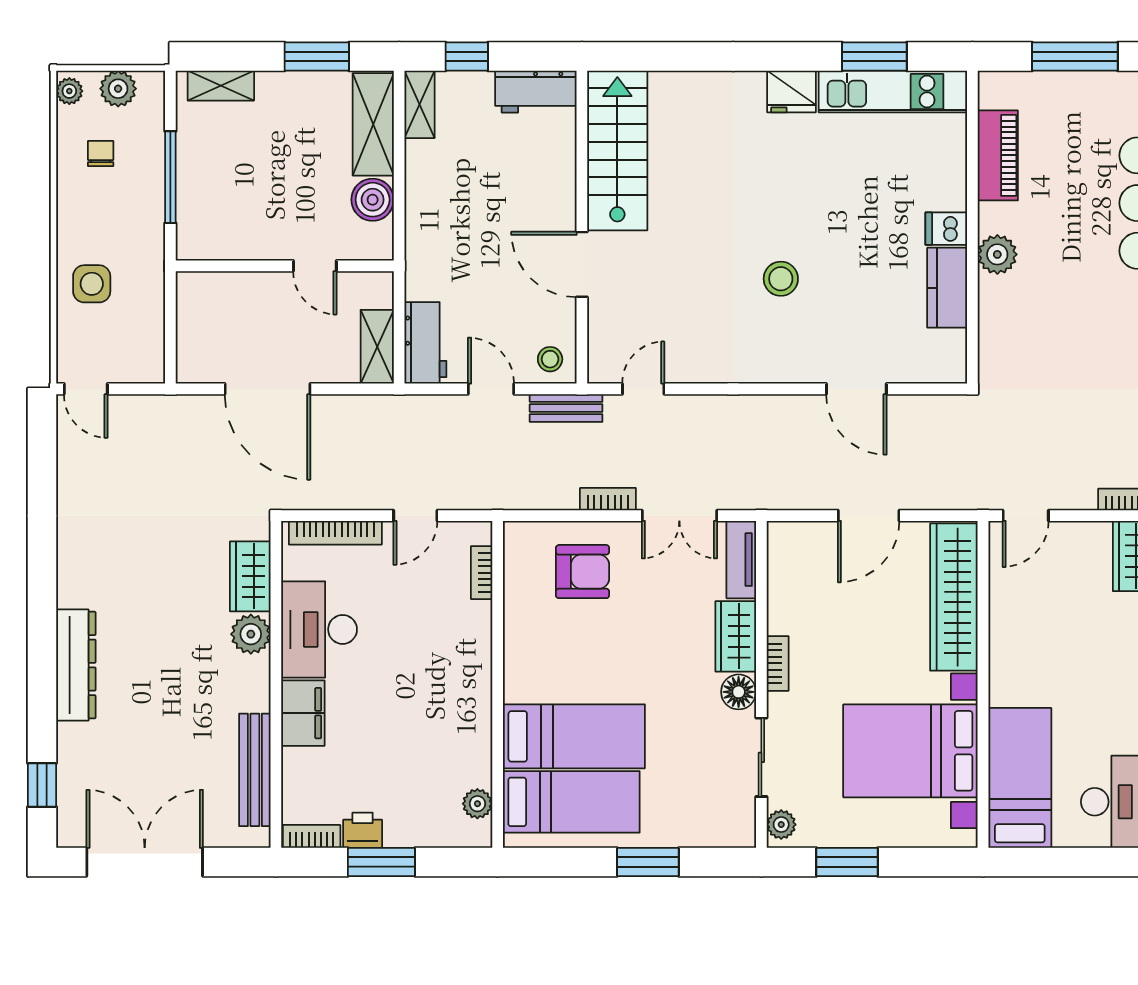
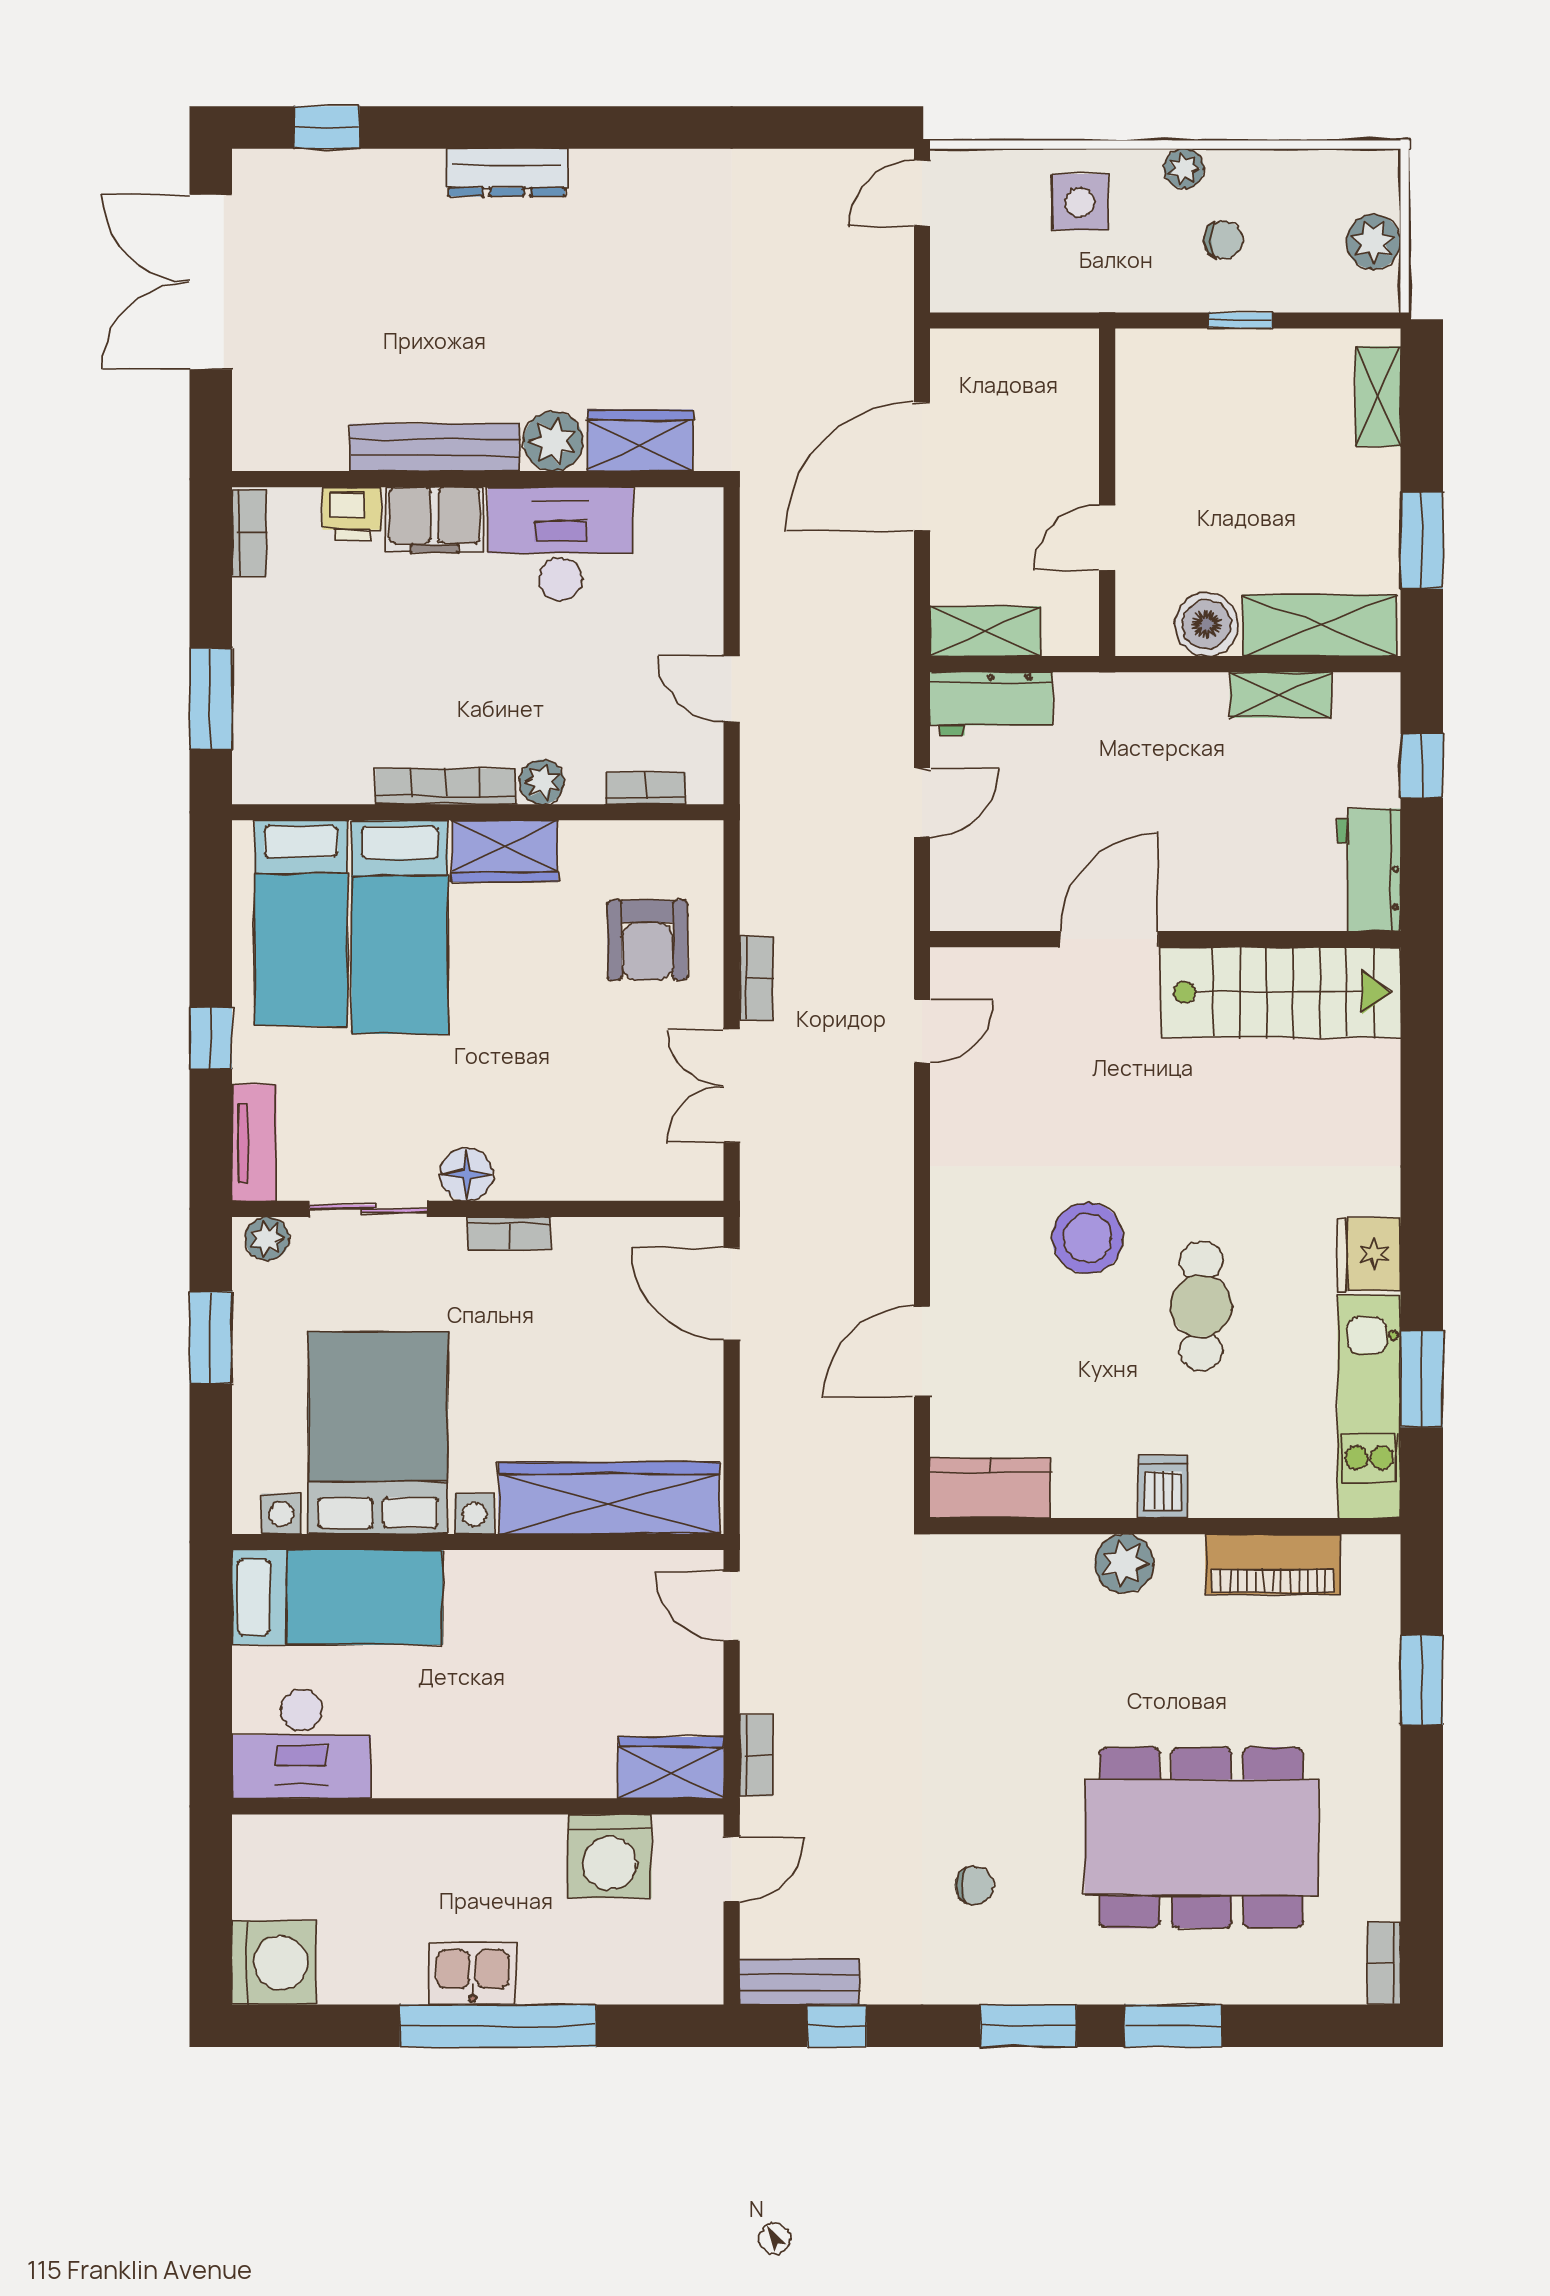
window: (1075, 57) -> (1422, 1680), width x0.69
plant: (69, 91) -> (1184, 168), moved
shelving: (420, 104) -> (1281, 695), moved
chair: (101, 153) -> (1223, 240), moved
window: (170, 177) -> (1240, 320), width x0.46
cafe table: (826, 203) -> (1201, 1306), added
stool: (781, 279) -> (1088, 1238), width x1.38, depth x1.38
kitchen counter: (947, 288) -> (990, 1488), moved
stool: (550, 359) -> (967, 891), removed
door: (643, 389) -> (922, 1031), hinge flipped
bench: (566, 408) -> (893, 915), removed
door: (869, 516) -> (732, 1294), moved
bookcase: (335, 533) -> (446, 786), moved, turned 90
tv unit: (741, 560) -> (254, 1143), moved, turned 90
wardrobe: (736, 636) -> (505, 851), moved, turned 180
dresser: (76, 665) -> (507, 173), width x0.73, depth x0.80
bench: (255, 770) -> (435, 447), moved
plant: (477, 804) -> (542, 782), moved
printer: (363, 830) -> (352, 514), moved, turned 90
double door: (145, 862) -> (211, 282), swing flipped
window: (381, 862) -> (211, 699), moved
window: (648, 862) -> (211, 1038), width x0.67

